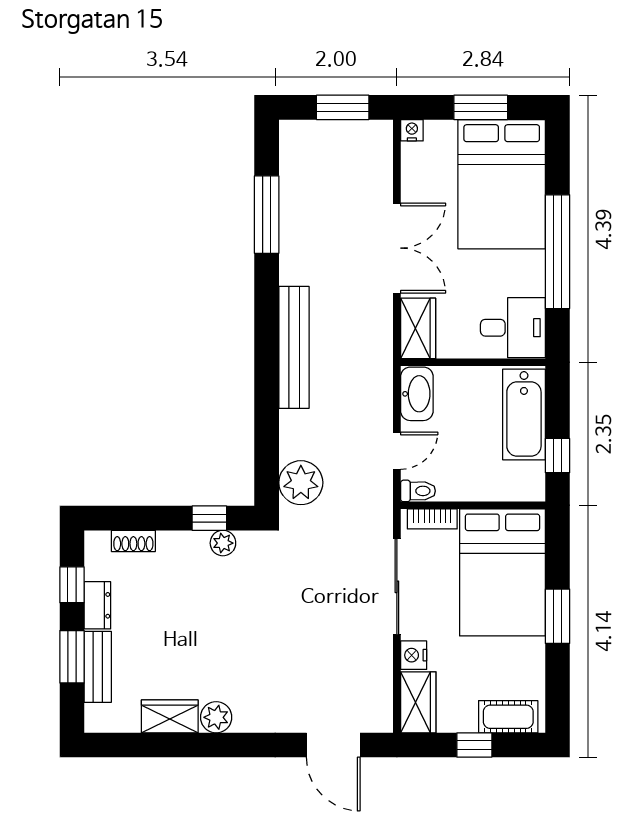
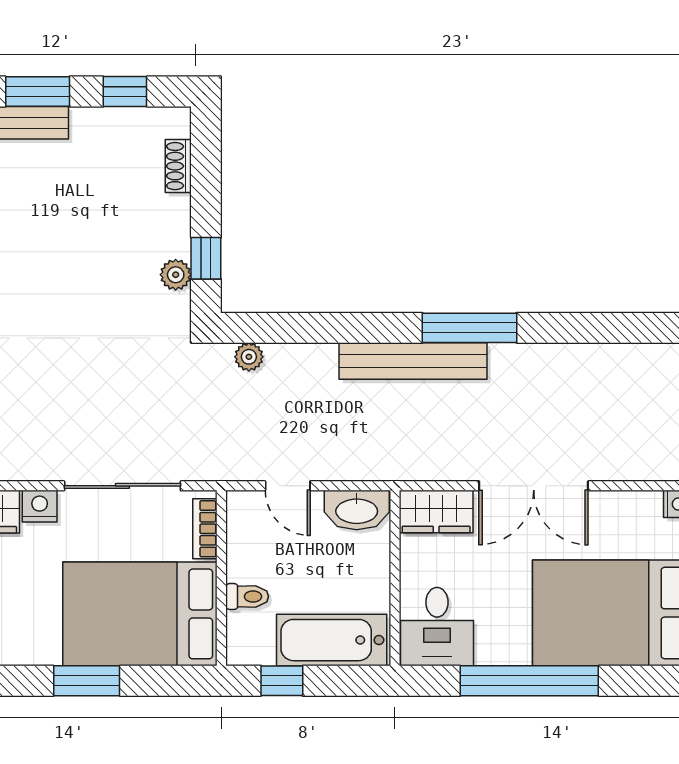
window: (267, 215) -> (469, 328), moved
plant: (301, 483) -> (249, 357), width x0.53, depth x0.53
toilet: (418, 491) -> (247, 596), moved, turned -90
dresser: (97, 605) -> (100, 122), removed

